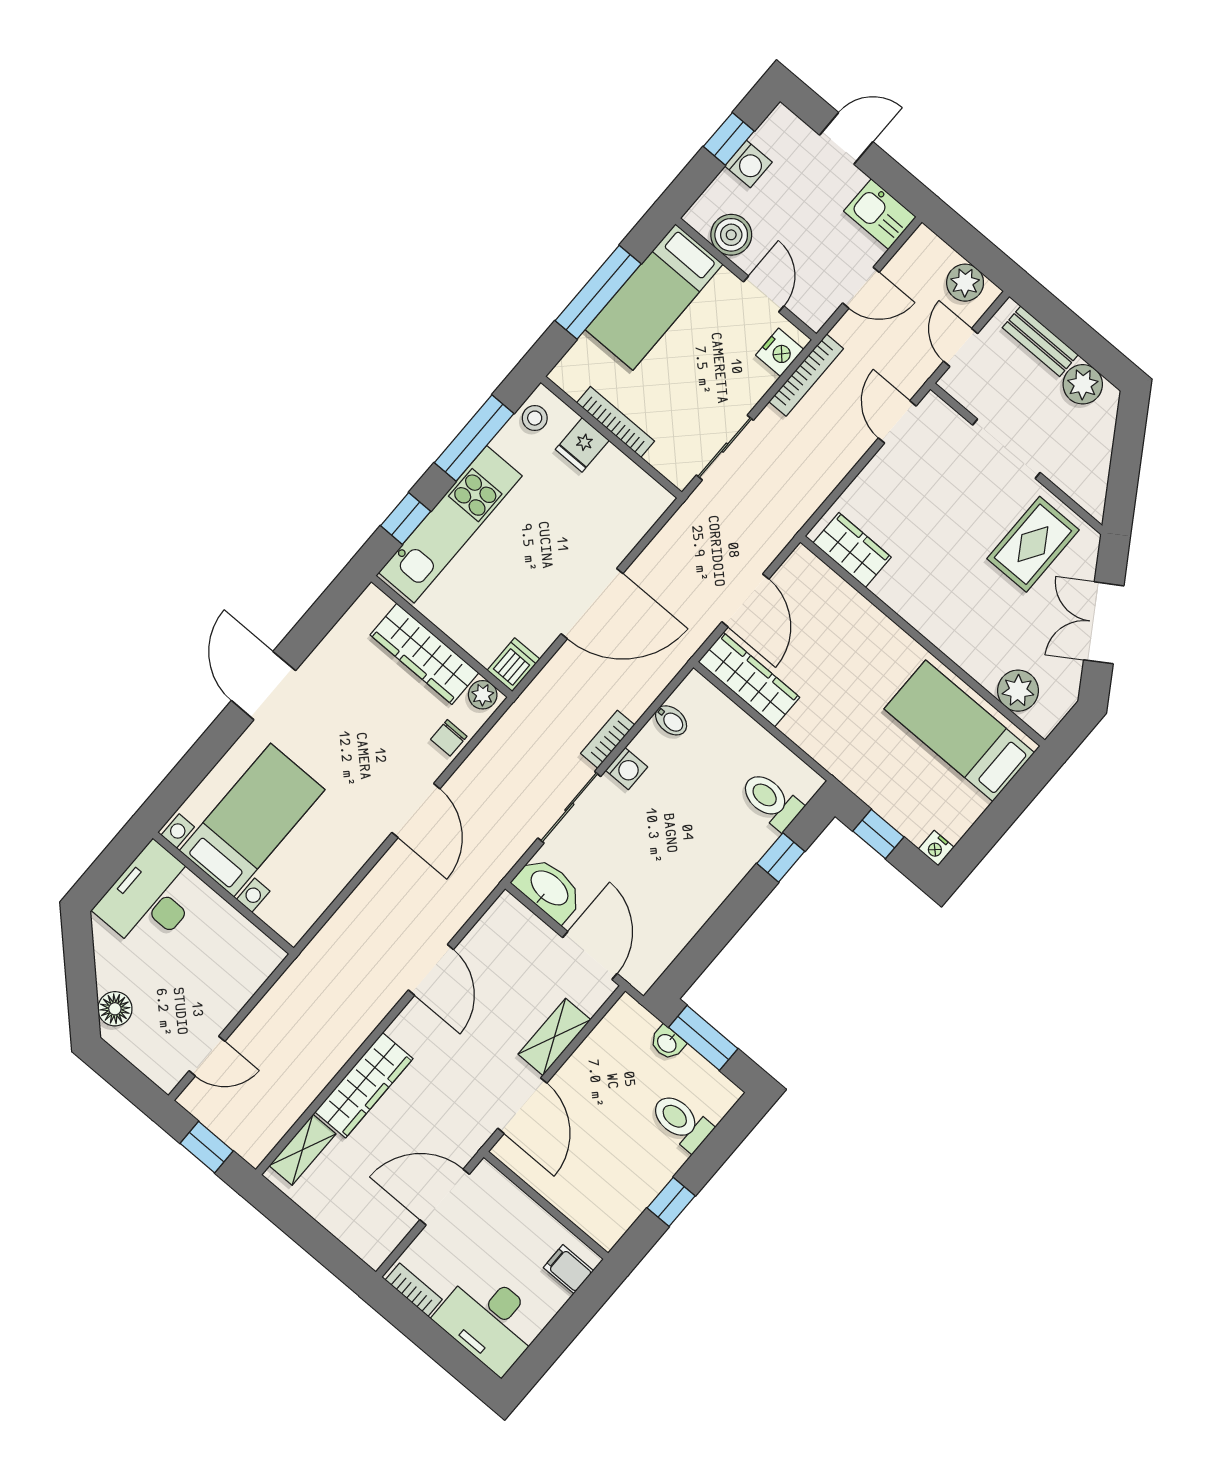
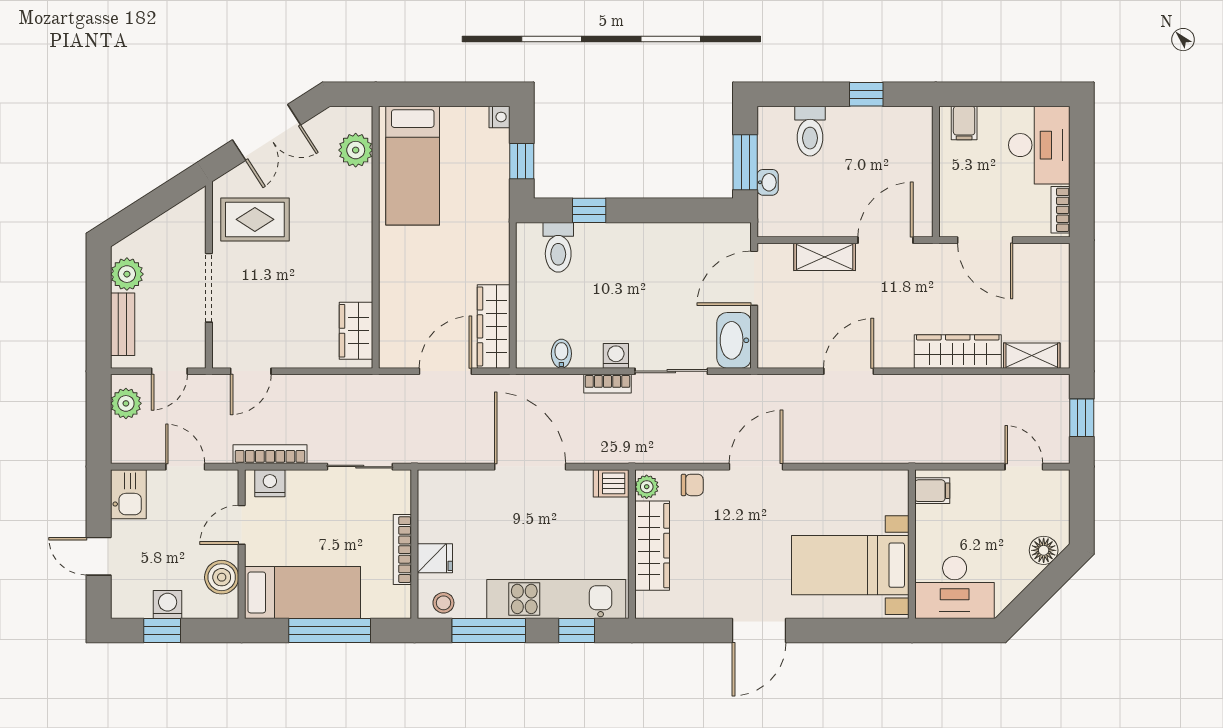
filing cabinet: (256, 953) -> (932, 491), added

